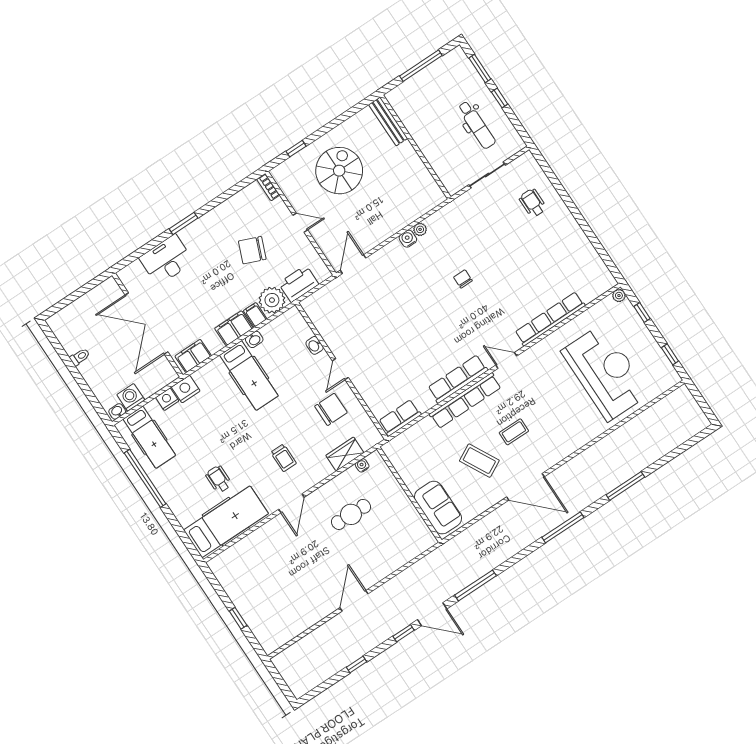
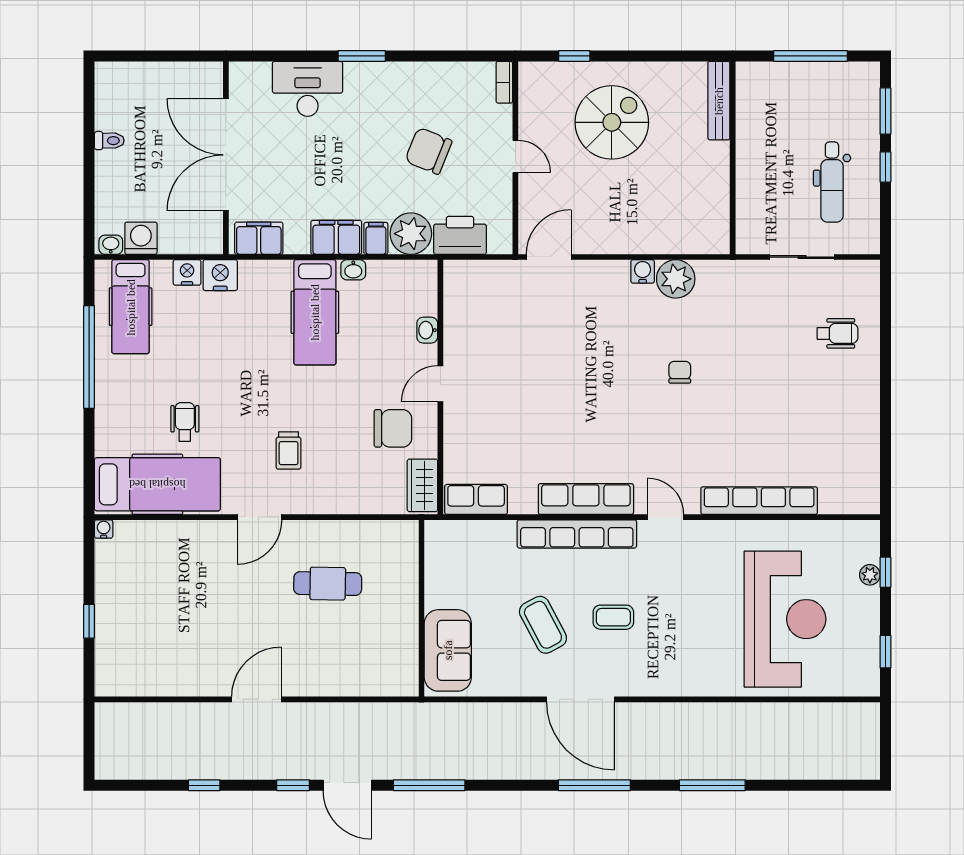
wheelchair: (533, 203) -> (838, 333), turned 90
plant: (420, 229) -> (676, 279), width x1.88, depth x1.88
plant: (619, 296) -> (870, 575), moved
wardrobe: (345, 454) -> (422, 485), moved, turned -90
water cooler: (362, 465) -> (104, 529), moved

